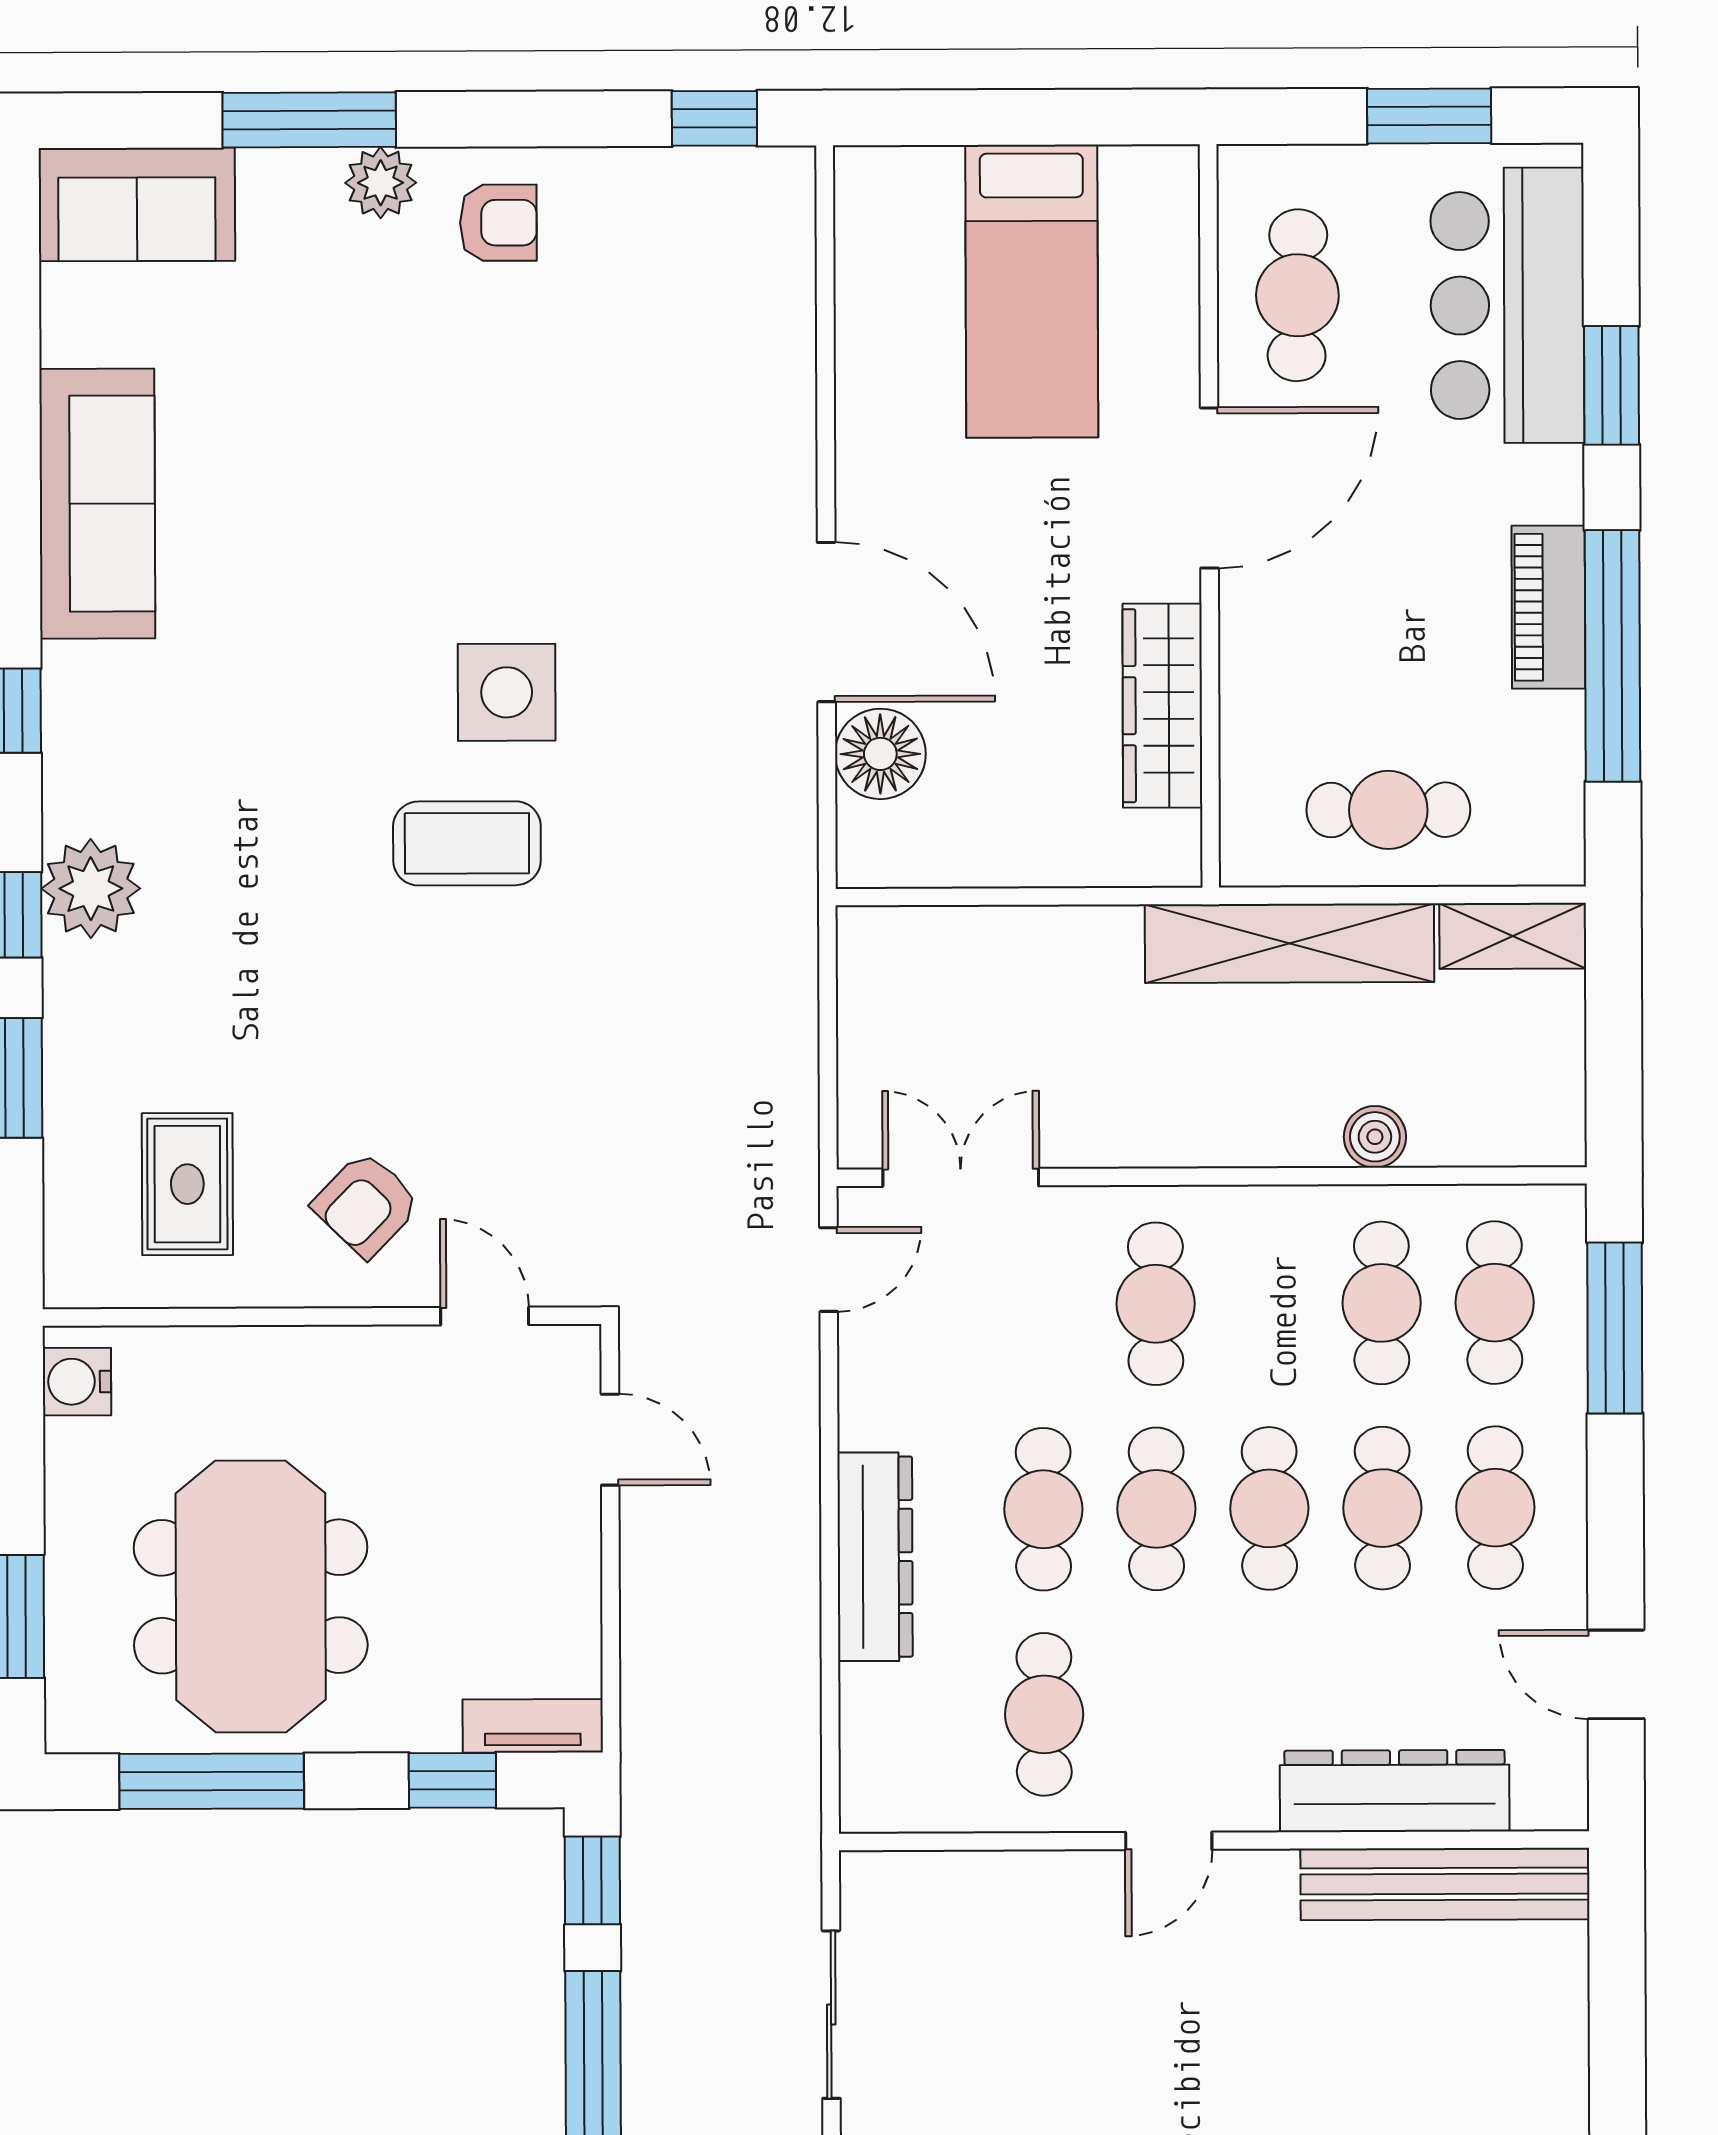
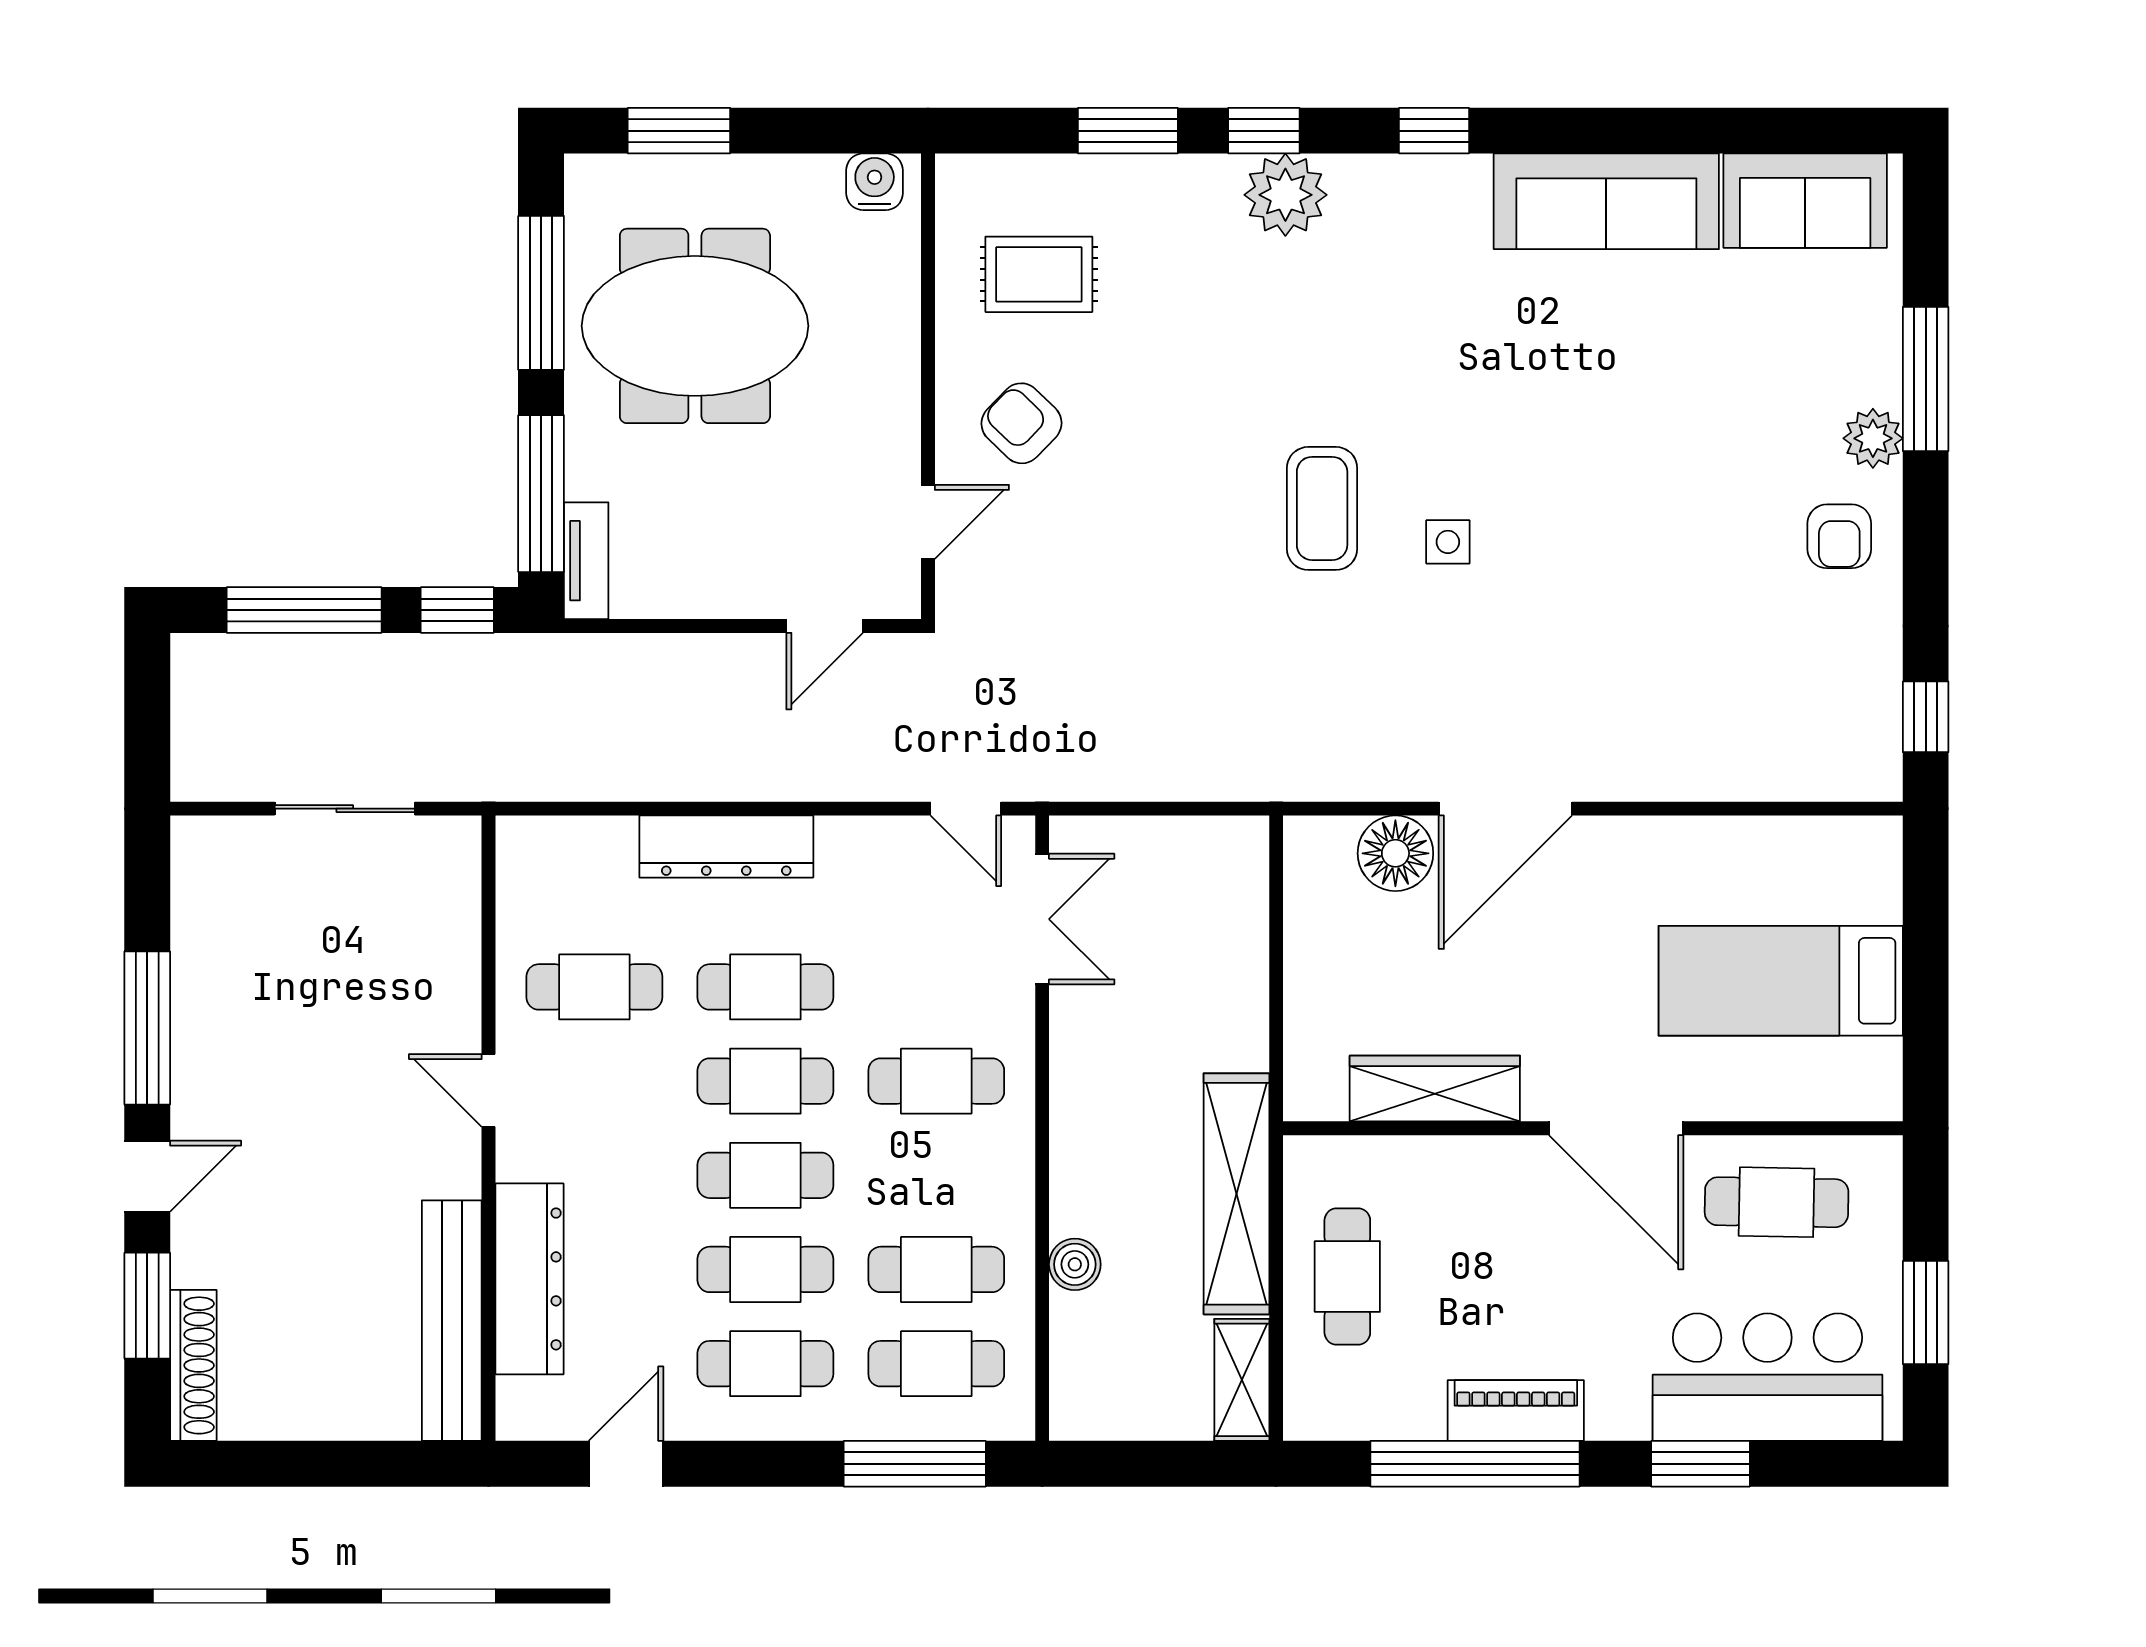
sofa: (137, 204) -> (1805, 201), moved, turned -90
side table: (507, 692) -> (1448, 542), width x0.54, depth x0.54
window: (452, 1780) -> (541, 494), width x2.17

